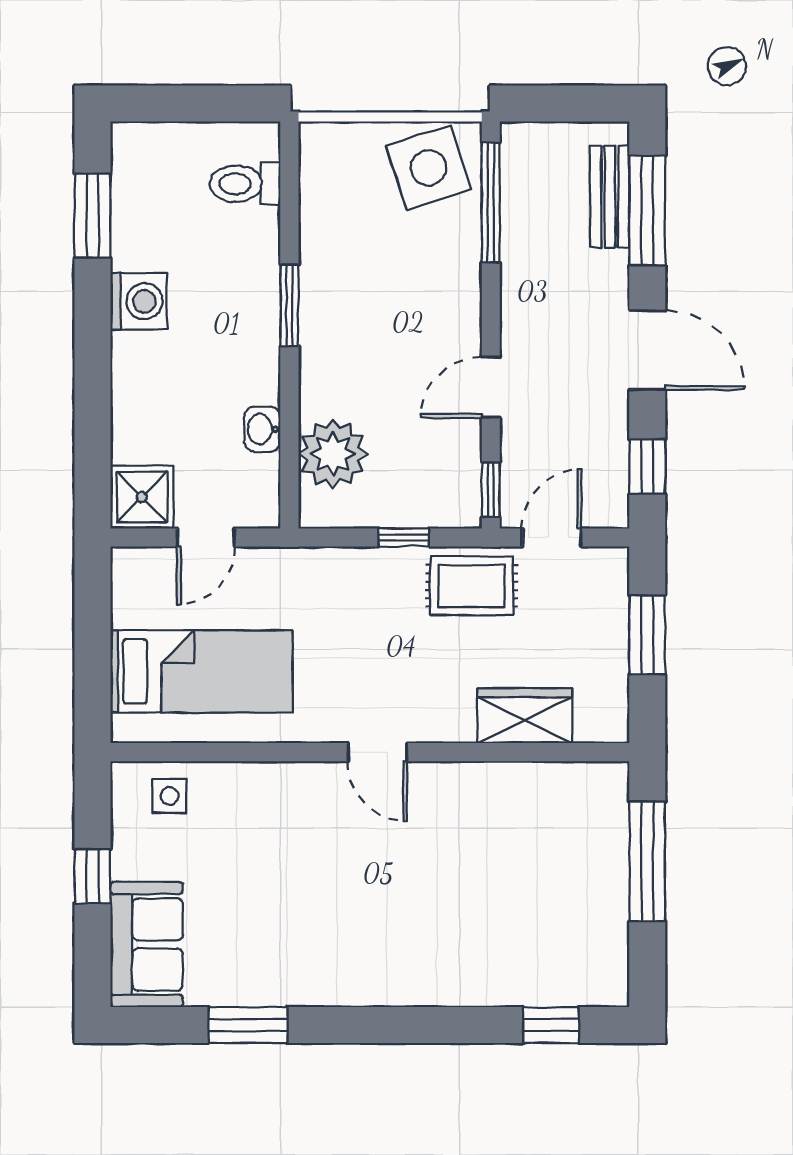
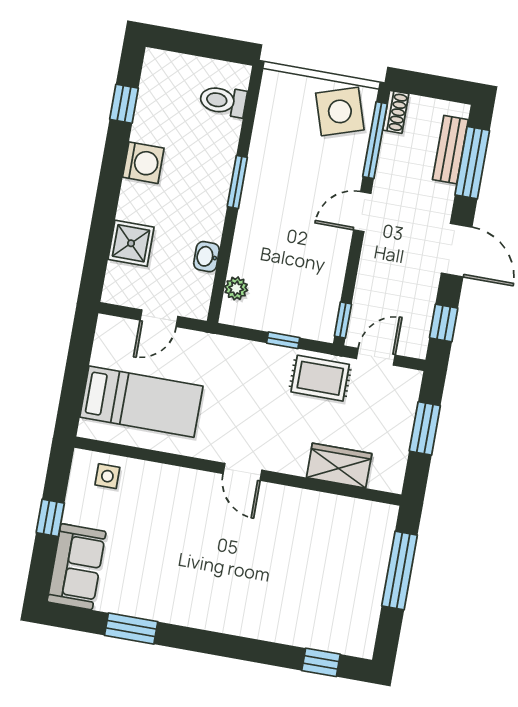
shoe rack: (515, 153) -> (396, 112), added
window: (93, 215) -> (124, 104), width x0.67
door: (491, 387) -> (362, 212), moved
plant: (333, 454) -> (236, 288), width x0.53, depth x0.53
shower: (142, 497) -> (131, 243), moved

